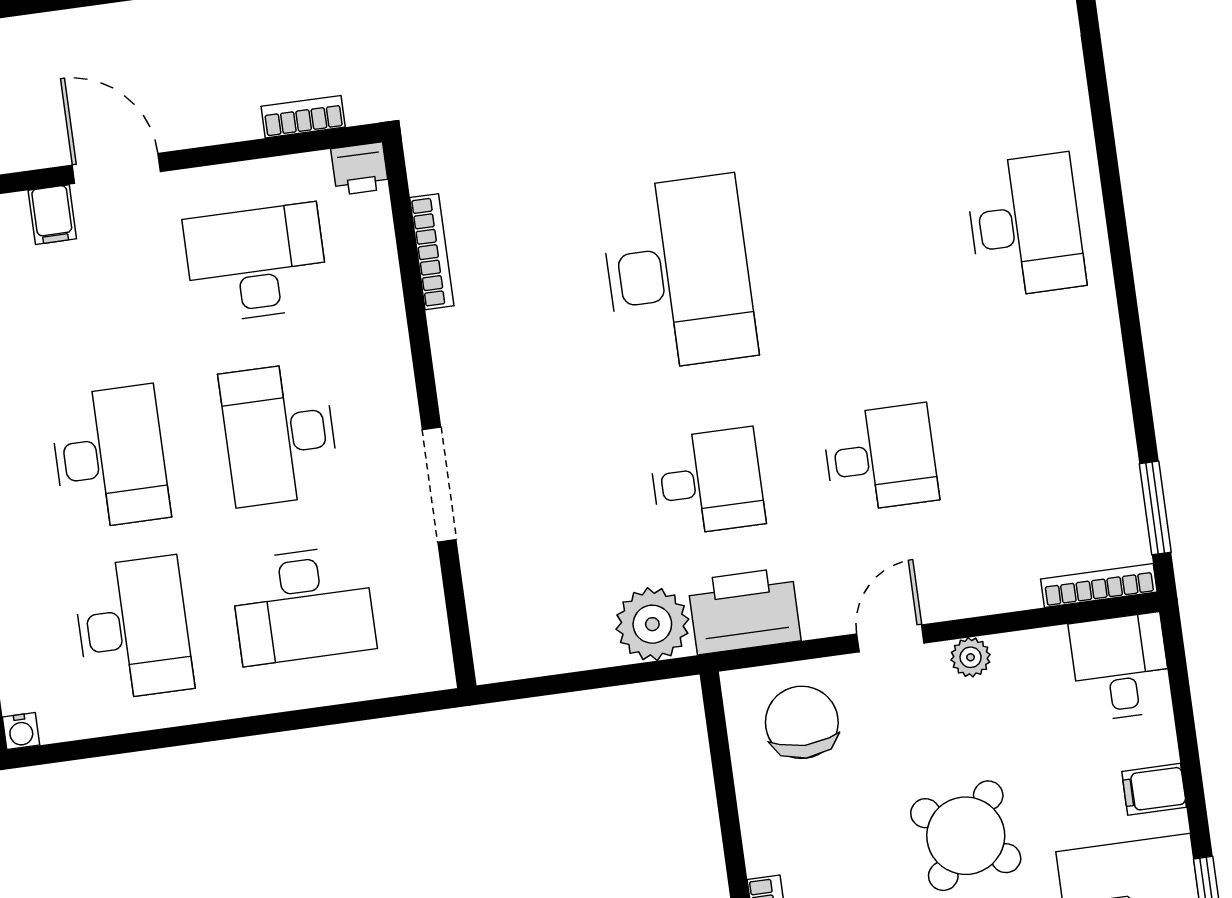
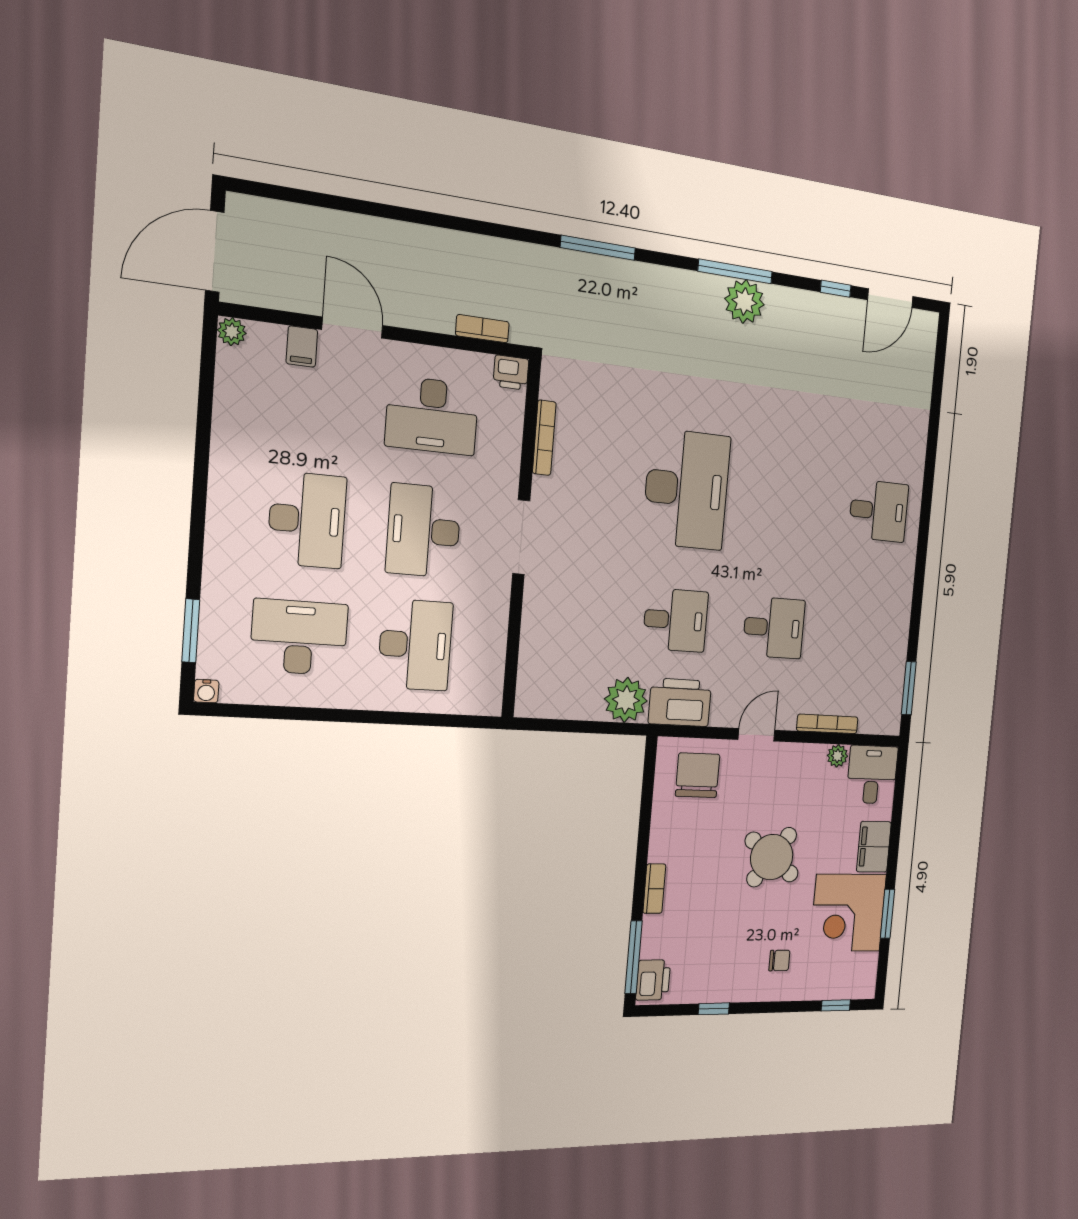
desk: (1025, 226) -> (879, 511), width x0.73
desk: (256, 263) -> (432, 416), turned 180
doorway: (439, 485) -> (521, 537), moved
bookcase: (1099, 585) -> (827, 724), moved
desk: (303, 605) -> (415, 645), turned -90
desk: (133, 628) -> (299, 637), turned -90
plant: (971, 657) -> (837, 756), moved
filing cabinet: (1154, 789) -> (874, 847), width x2.00

